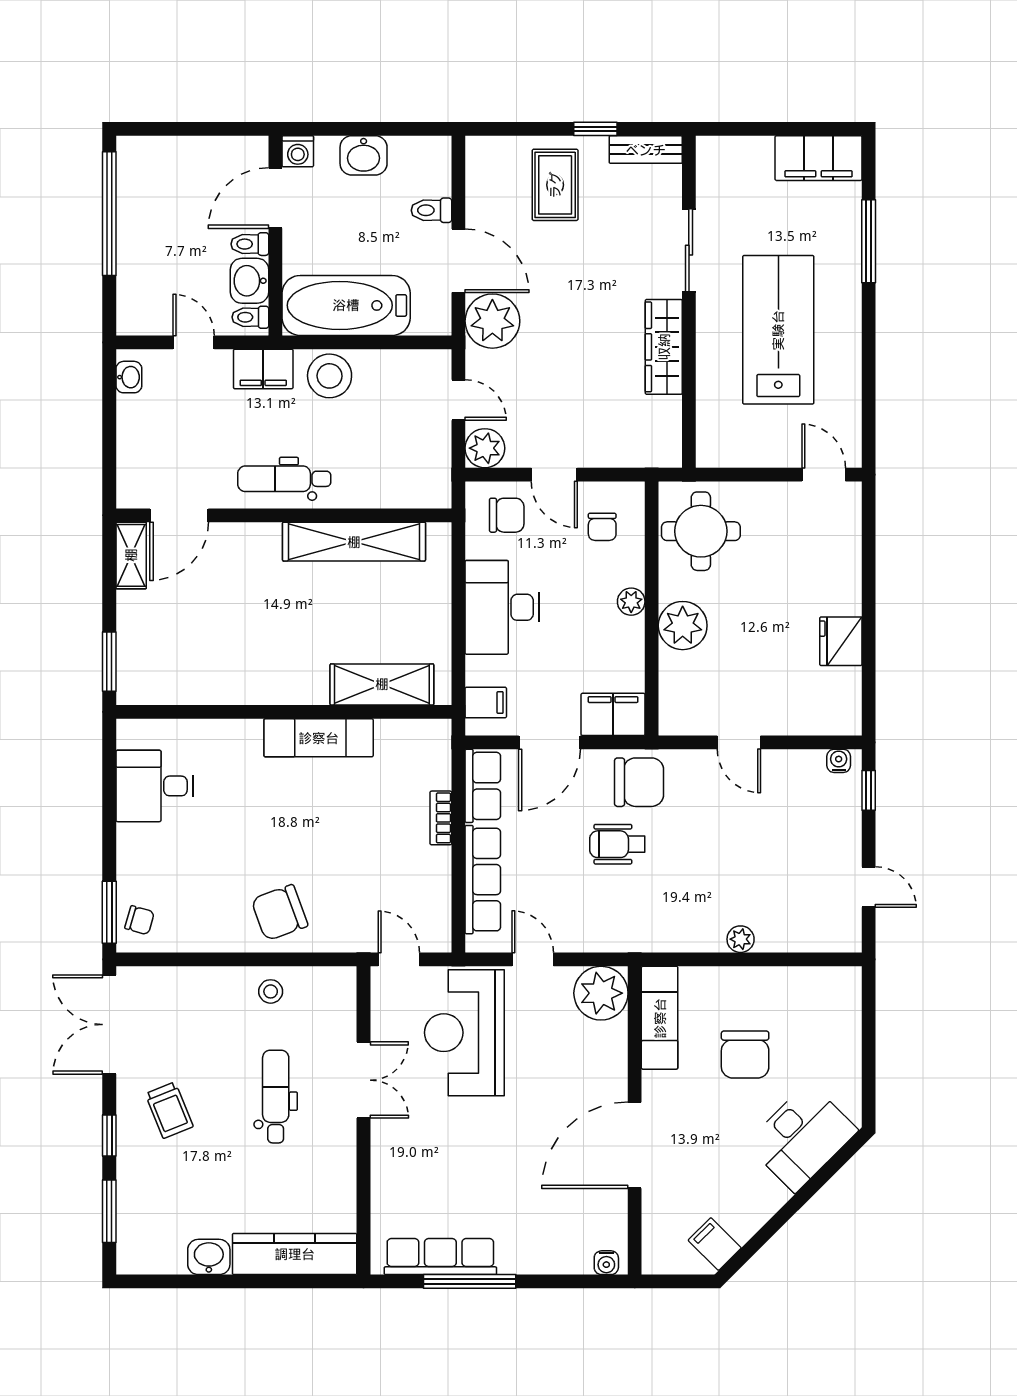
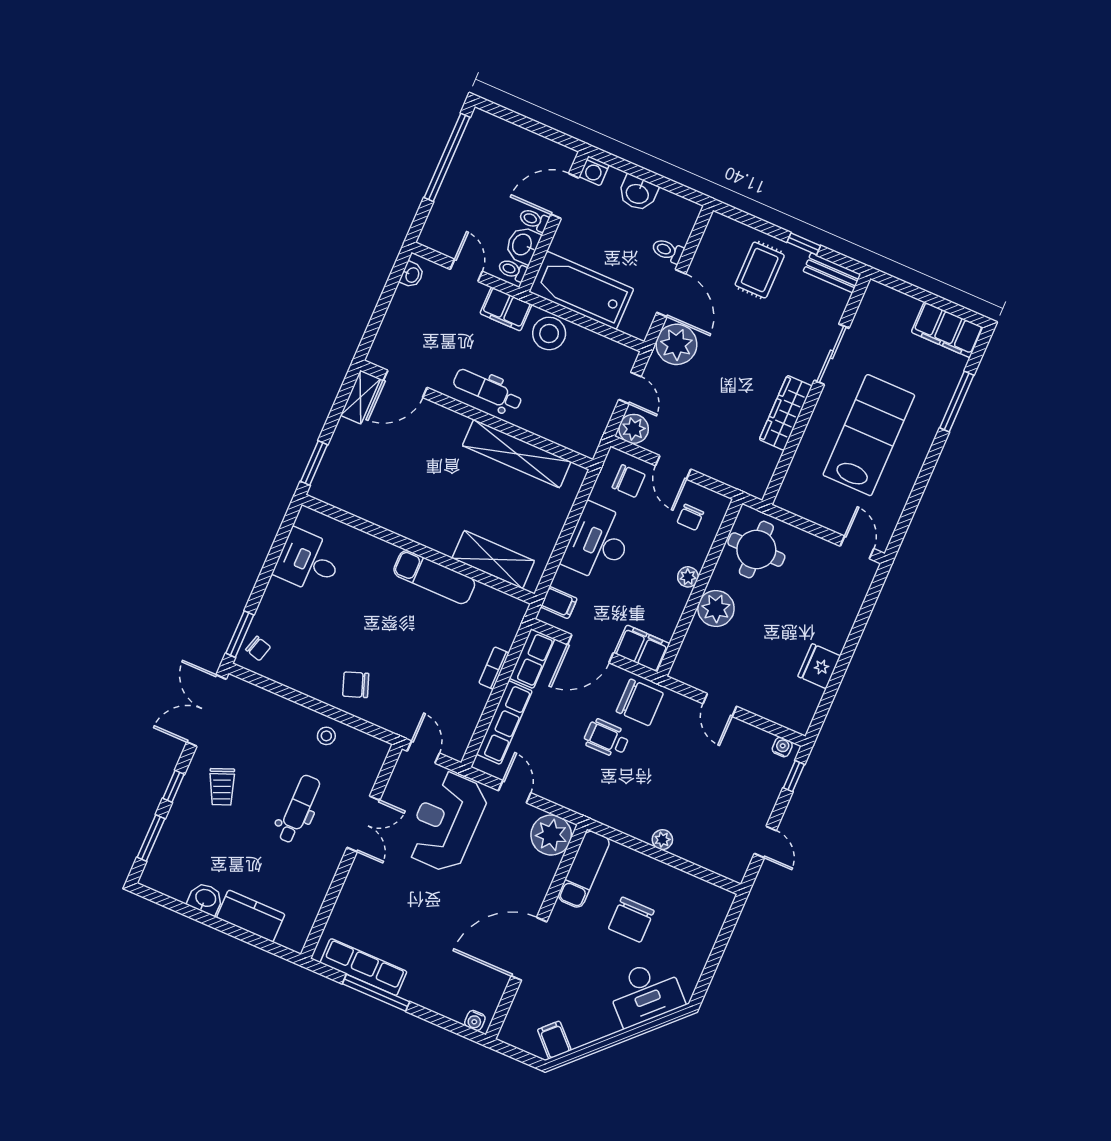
chair: (279, 913) -> (356, 685), width x0.73, depth x0.73
kitchen counter: (295, 1254) -> (251, 916), width x0.67

